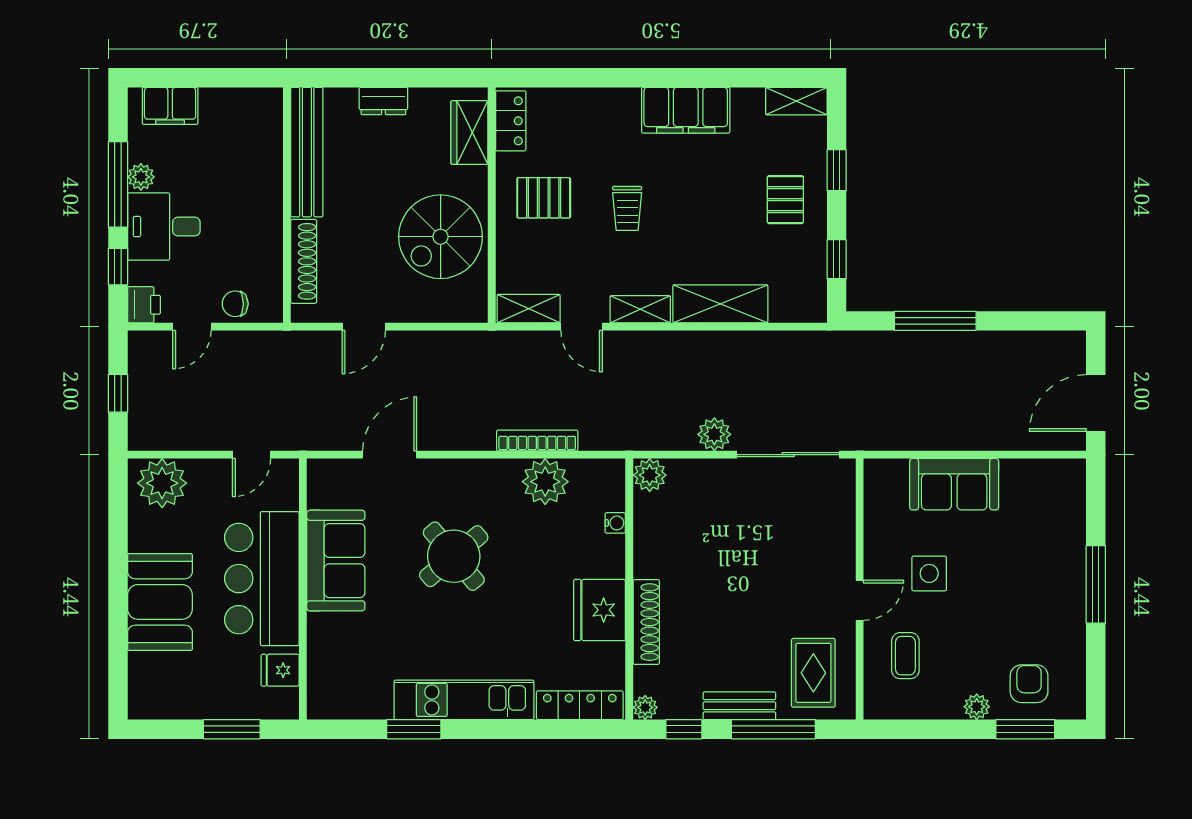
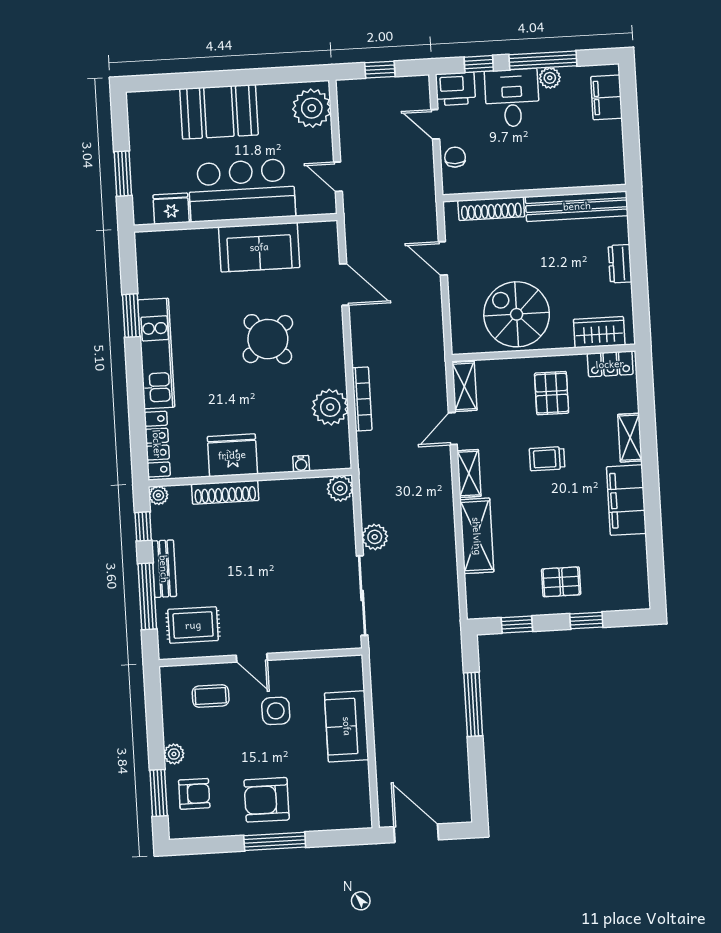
shelving: (796, 101) -> (630, 438), moved
printer: (144, 305) -> (455, 89), width x1.36, depth x1.24
armchair: (1042, 592) -> (267, 800), added
fridge: (280, 670) -> (171, 209), width x1.38

